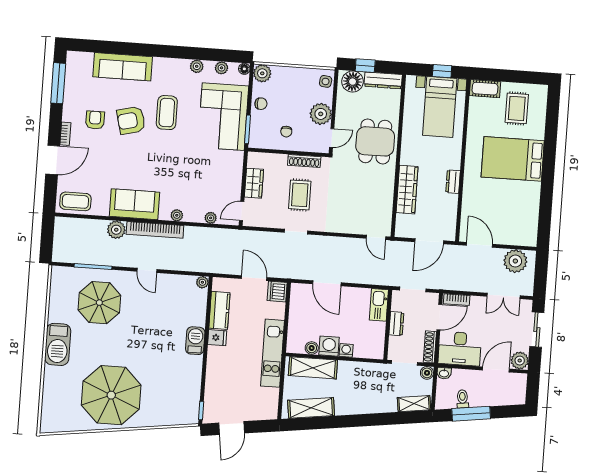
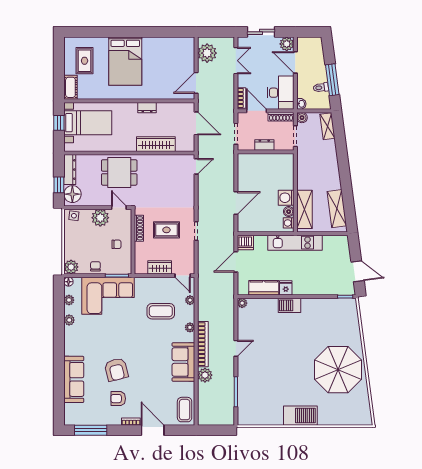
rug: (517, 108) -> (85, 61), turned 90
coffee table: (167, 113) -> (161, 311), moved
parasol: (99, 303) -> (264, 385), removed
kitchen sink: (379, 305) -> (250, 160), removed
washing machine: (346, 350) -> (289, 223), moved

